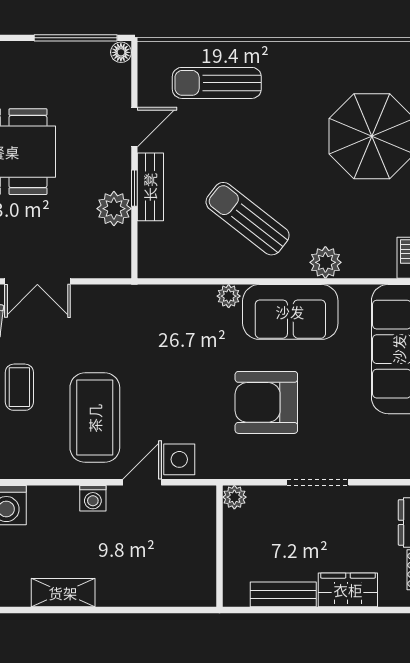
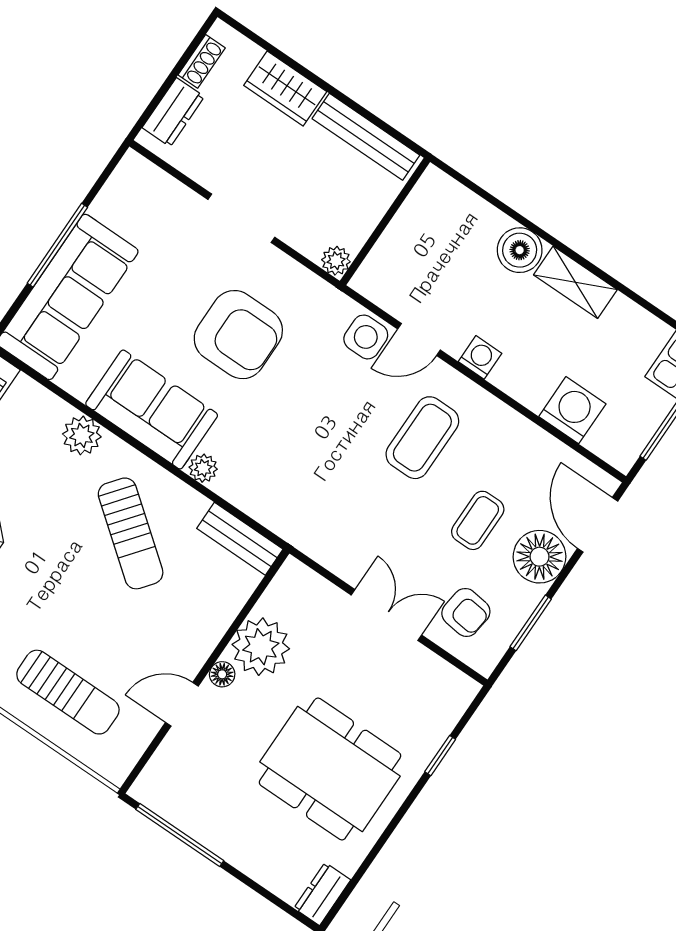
floor lamp: (121, 52) -> (222, 674), moved
bench: (150, 187) -> (240, 539), moved, turned 90
window: (134, 188) -> (224, 643), removed
plant: (114, 209) -> (261, 647), width x1.36, depth x1.36
coffee table: (95, 418) -> (422, 438), width x0.73, depth x0.76
boiler: (115, 589) -> (520, 250), added
bench: (283, 594) -> (366, 137), width x1.36

